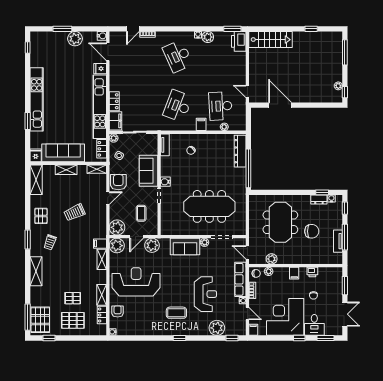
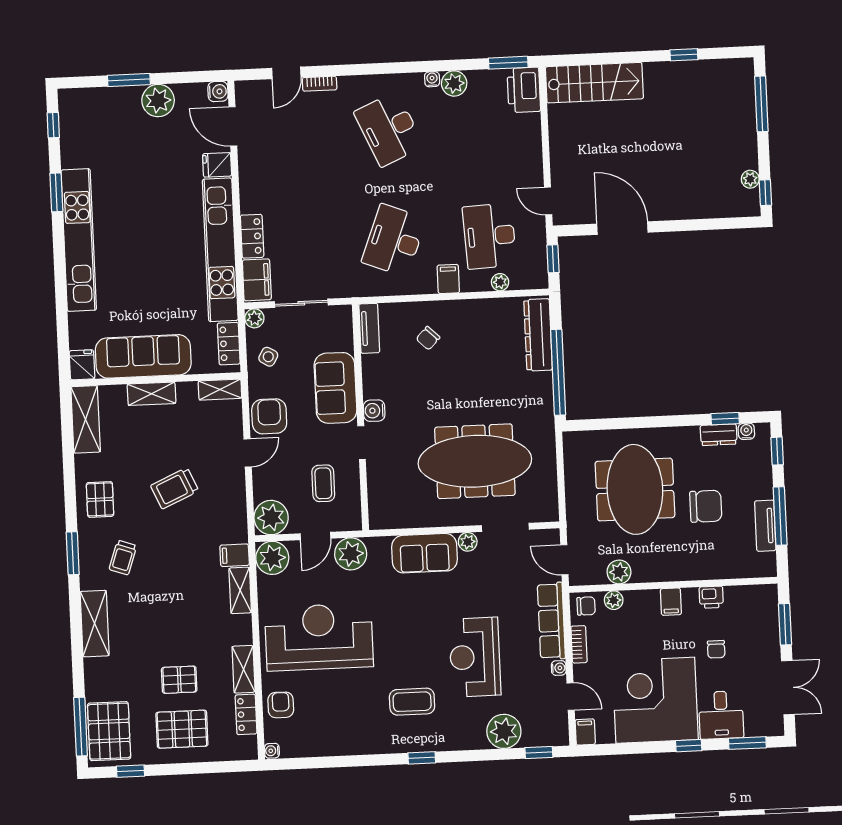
window: (248, 117) -> (553, 259), added
window: (28, 121) -> (56, 192), moved
reception desk: (205, 294) -> (475, 657), turned 180

